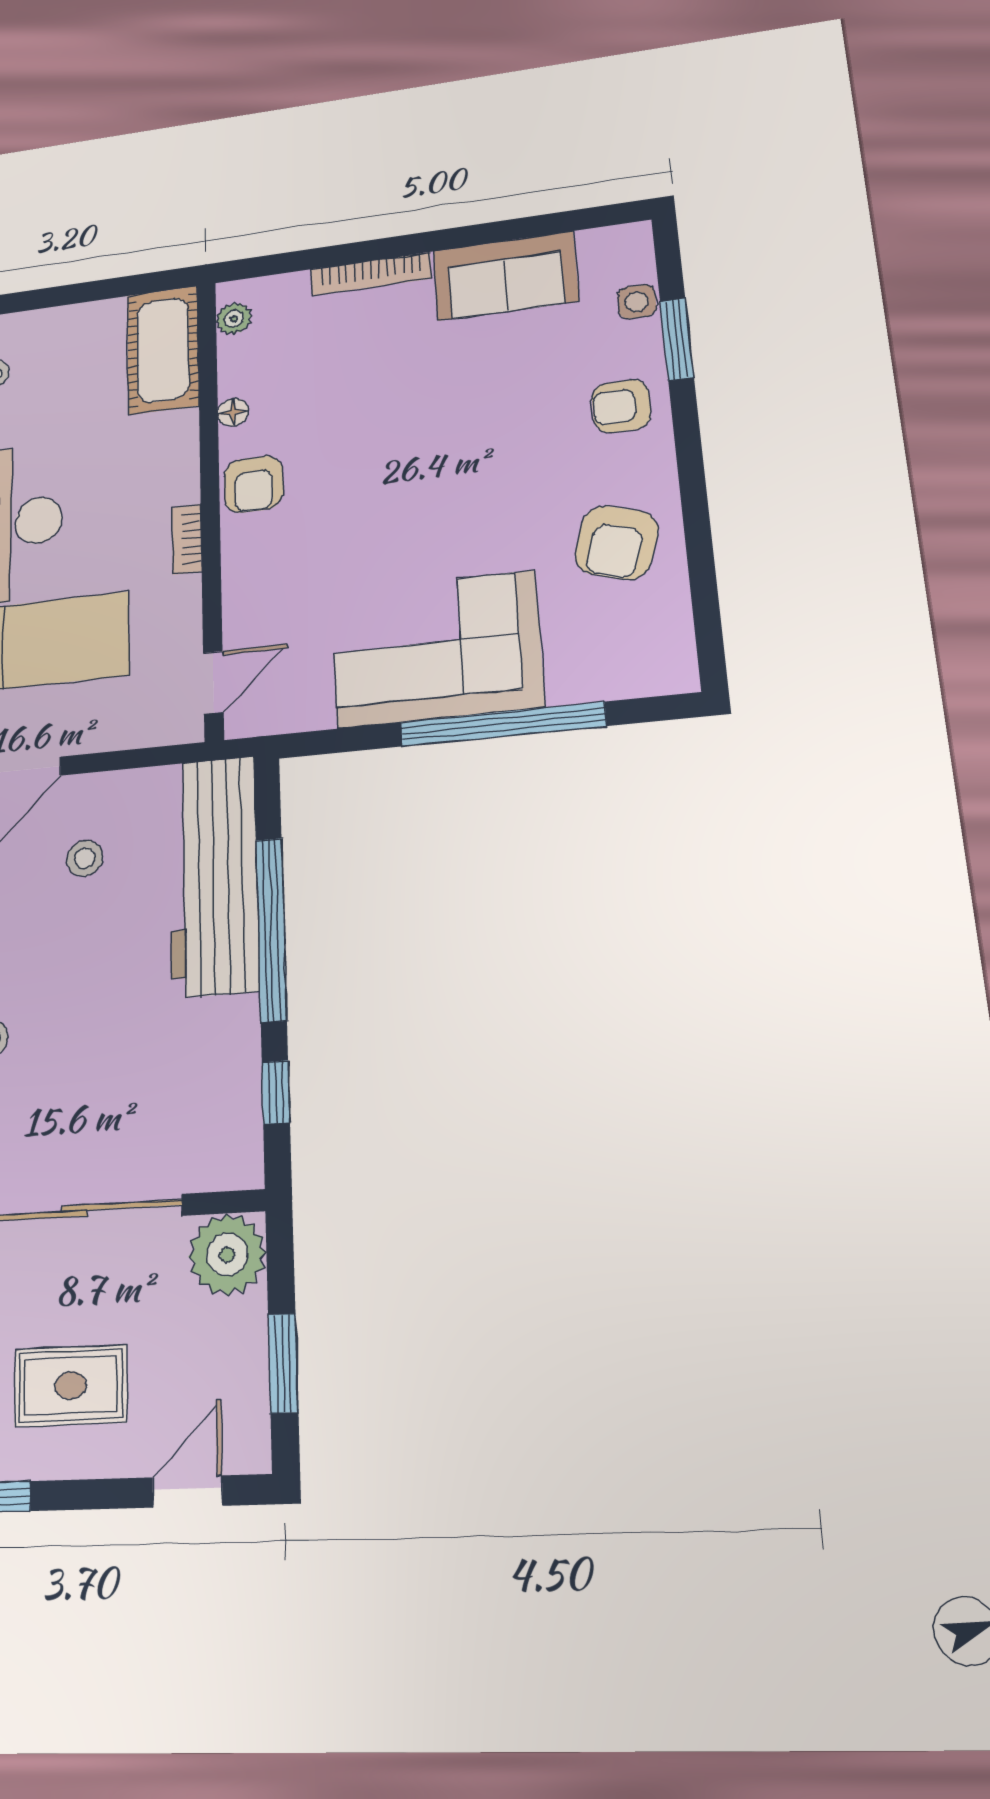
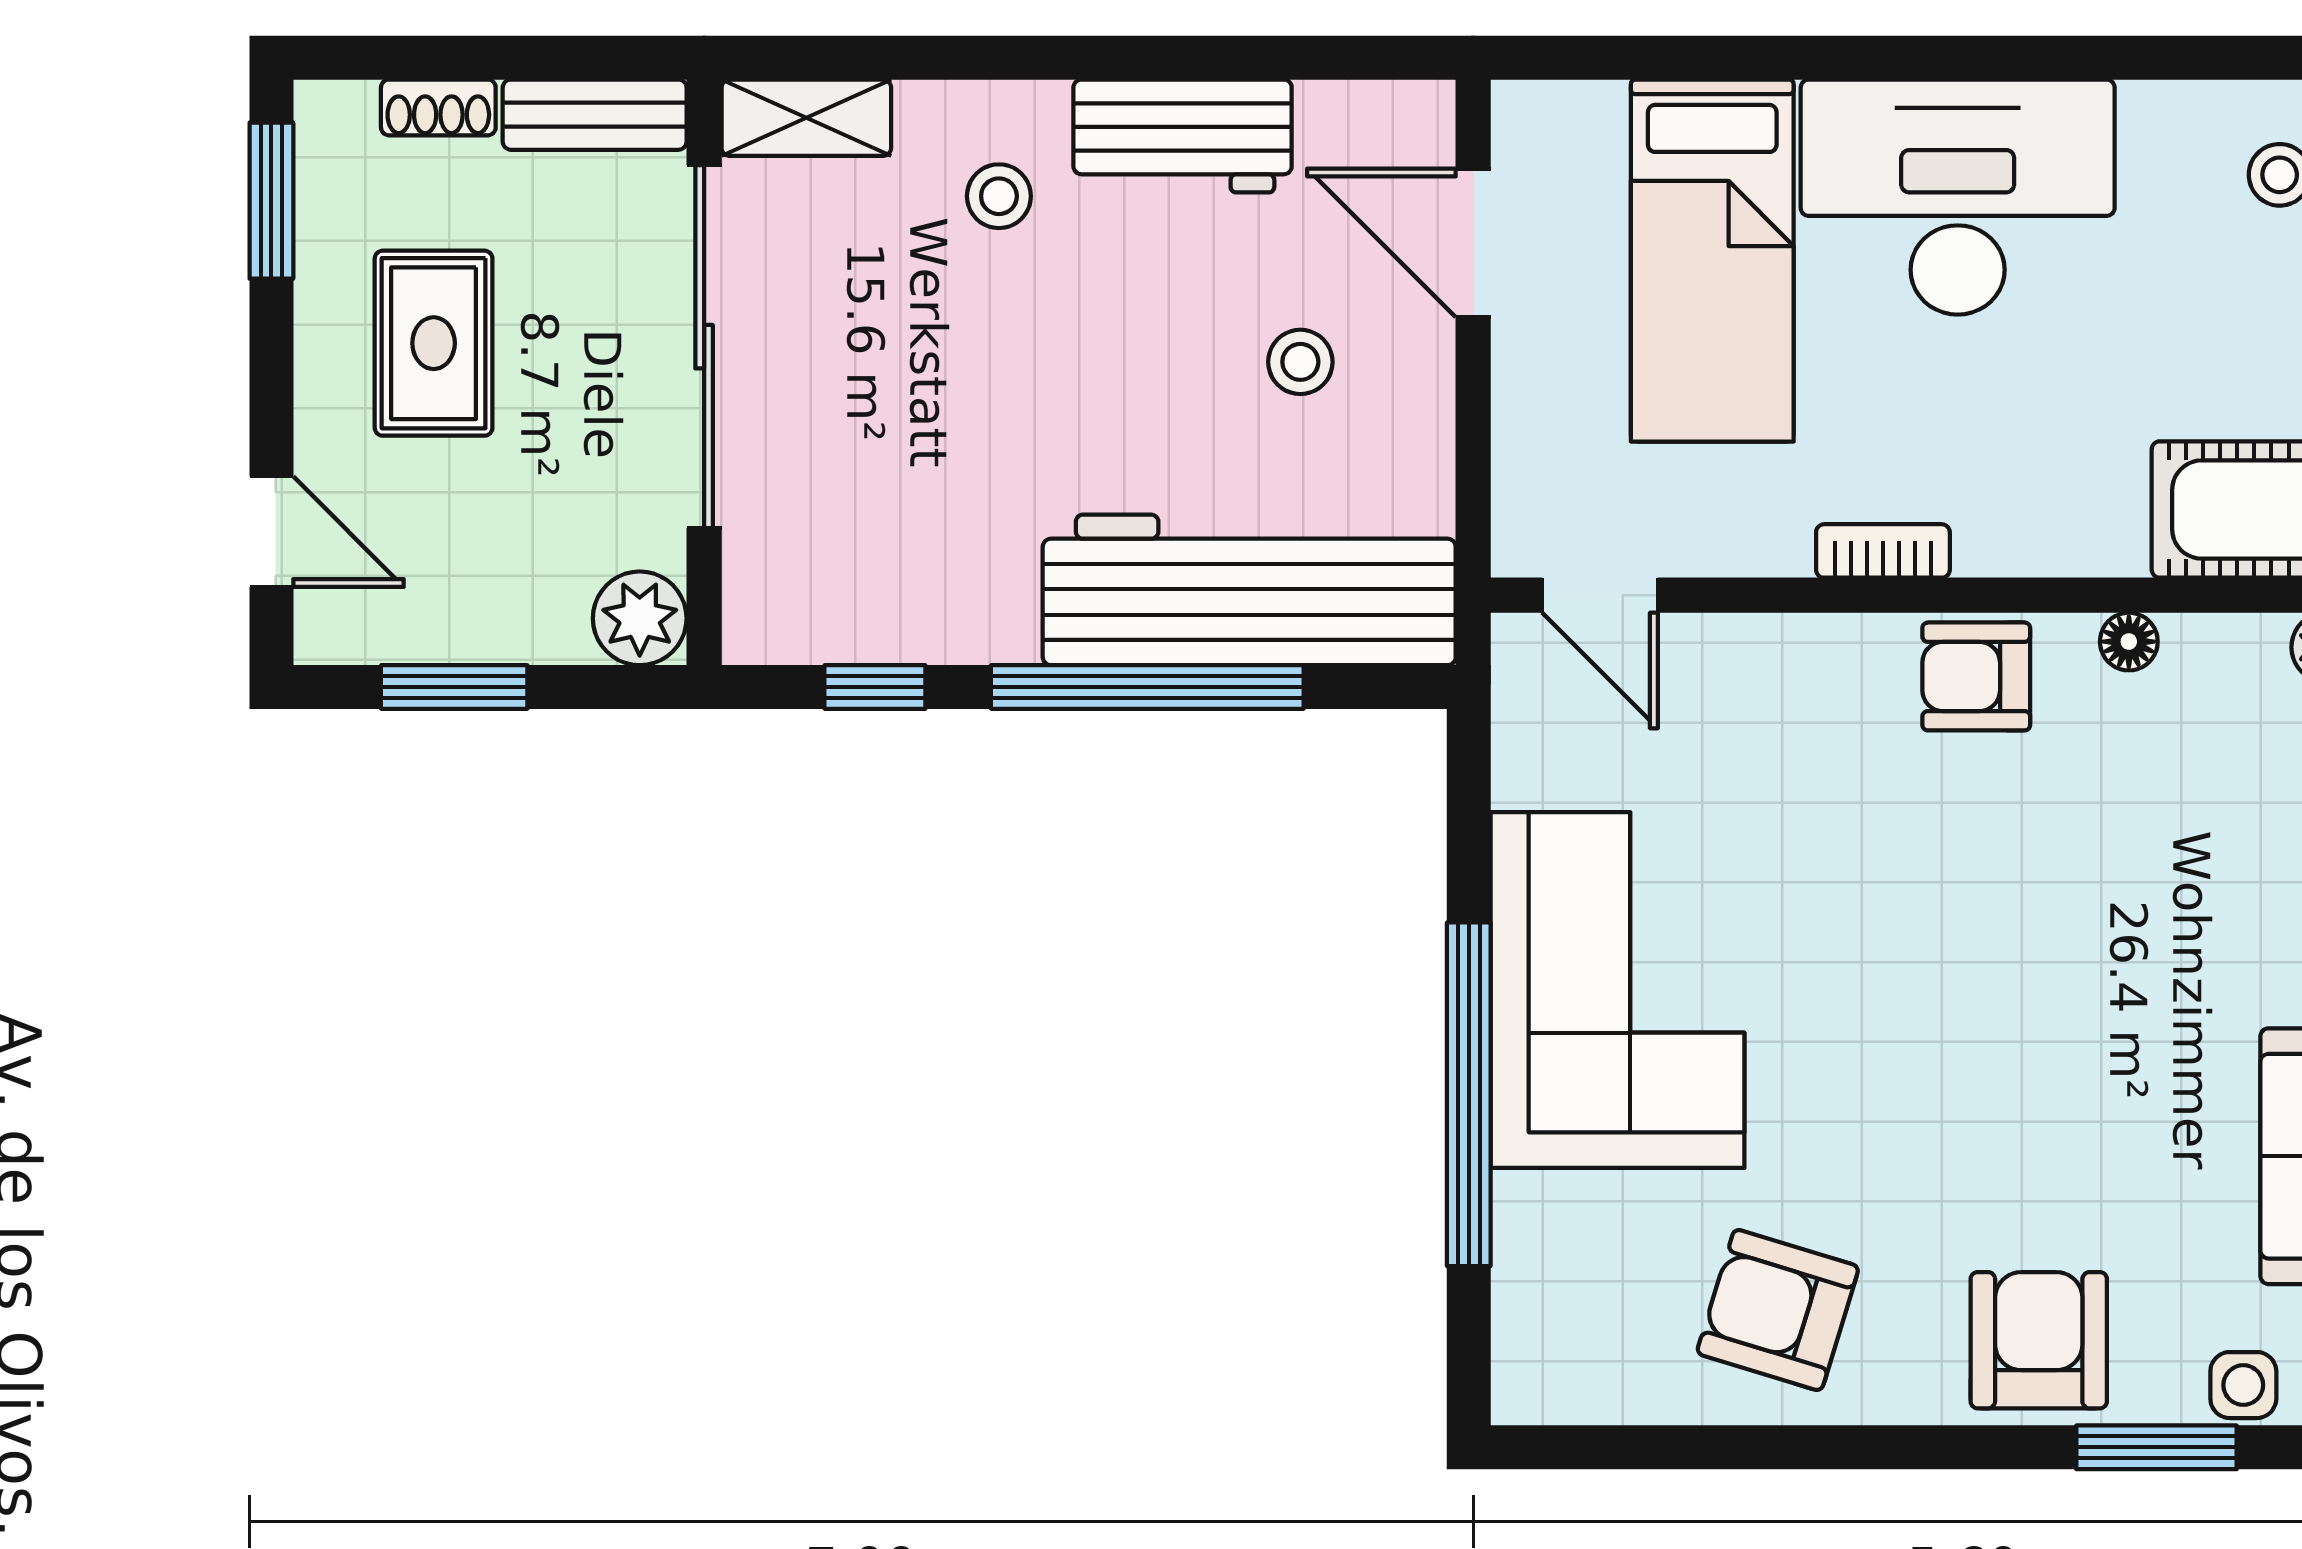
armchair: (621, 406) -> (2039, 1340), width x1.38, depth x1.38
plant: (227, 1255) -> (640, 618), width x0.73, depth x0.73

